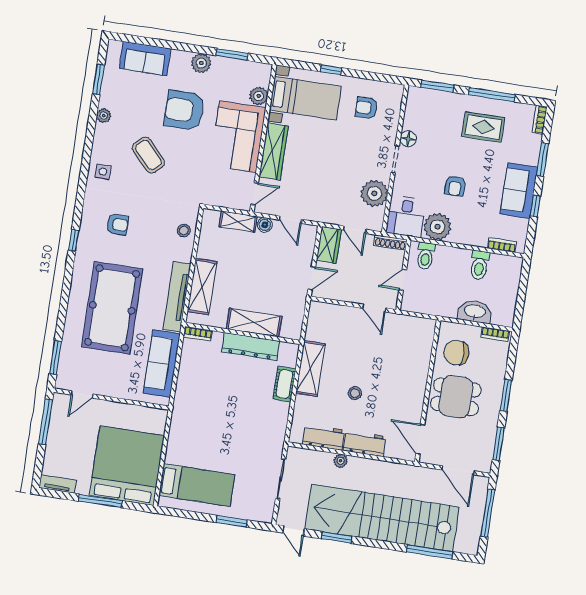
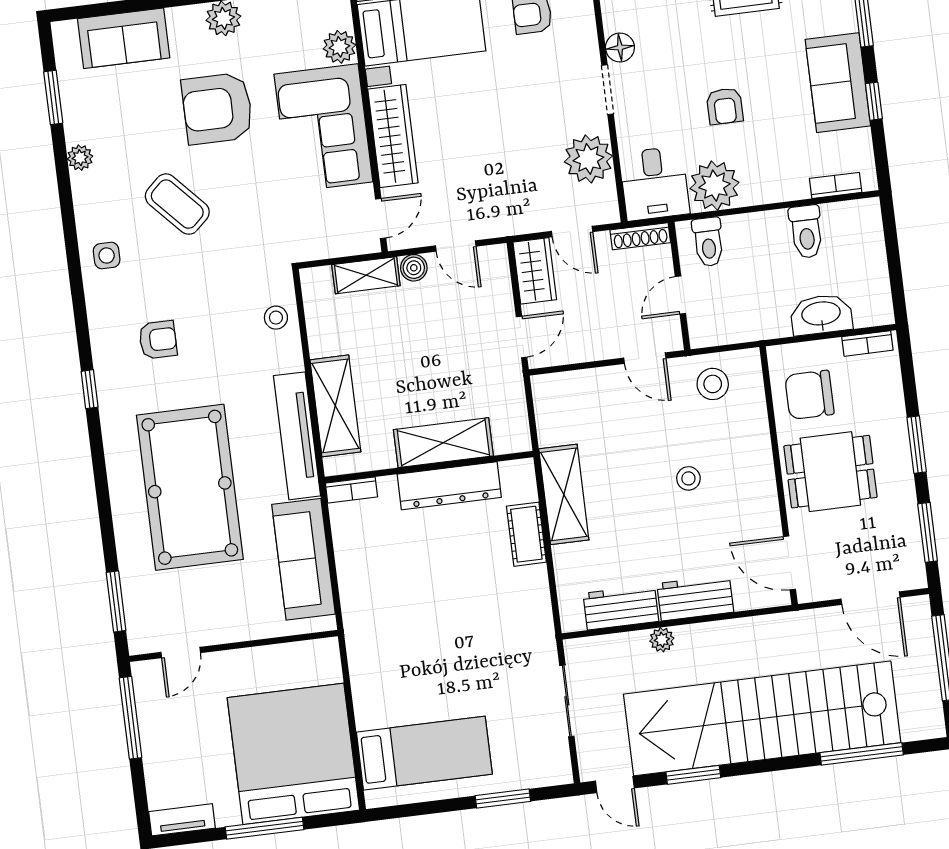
stool: (406, 332) -> (713, 384), added
stool: (355, 393) -> (688, 478), moved

